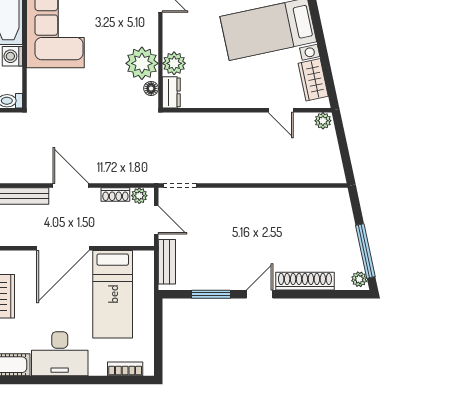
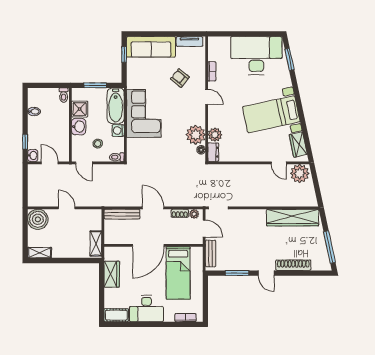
plant: (323, 121) -> (300, 173), width x1.87, depth x1.87
wardrobe: (304, 202) -> (293, 218), added
plant: (359, 279) -> (326, 264), removed
door: (260, 294) -> (266, 273), swing flipped

